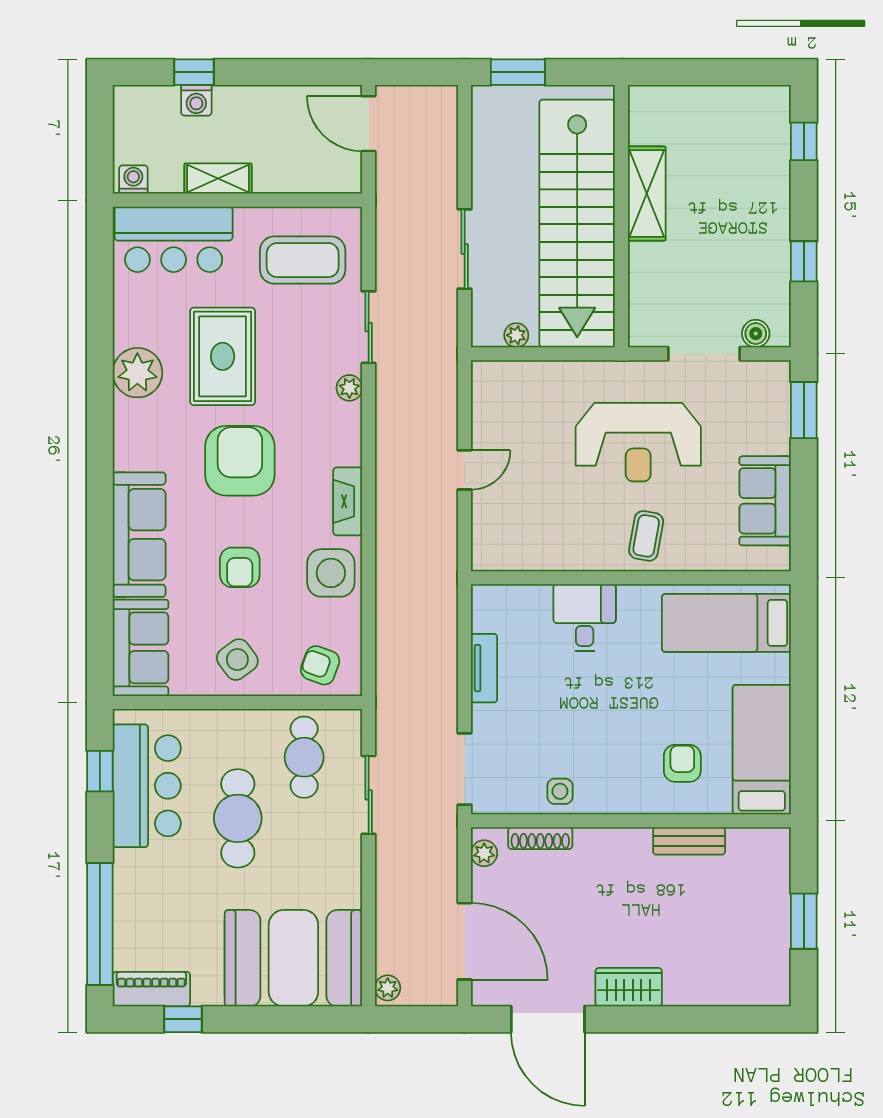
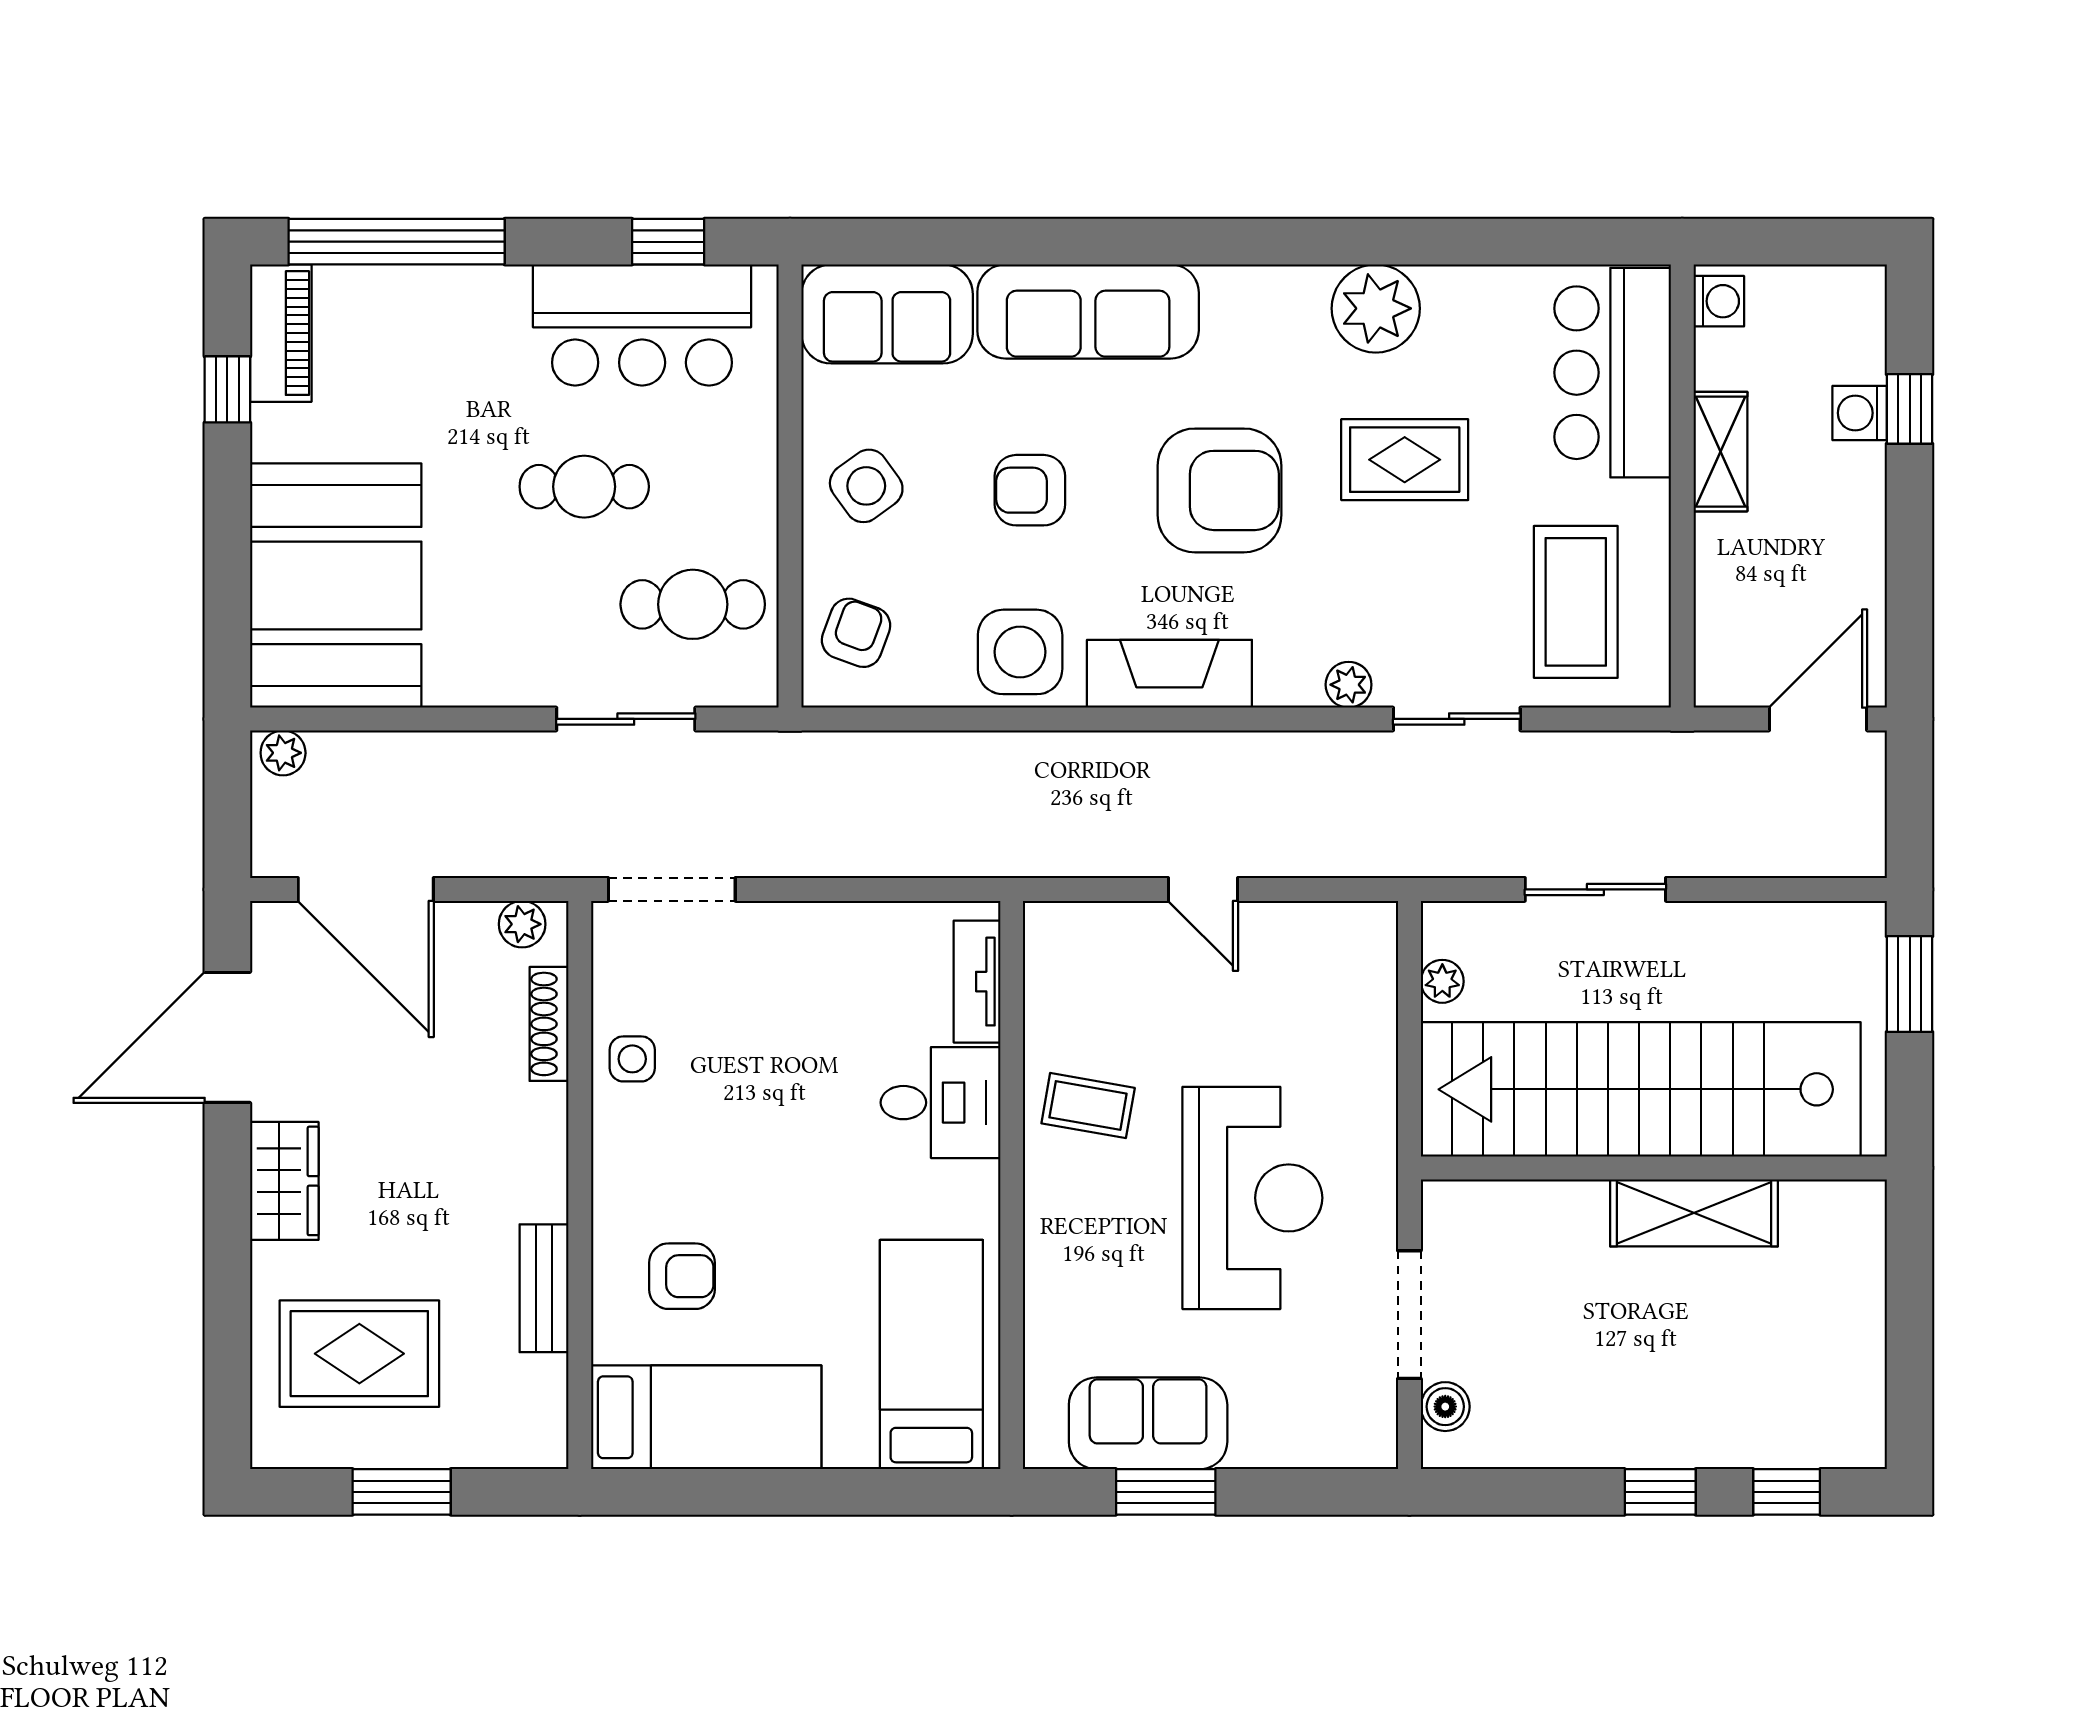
window: (804, 261) -> (1660, 1492), moved
rug: (223, 356) -> (1405, 460), width x0.73, depth x0.70
window: (804, 410) -> (1166, 1492), moved
reception desk: (638, 442) -> (1252, 1198), turned 180
fireplace: (348, 501) -> (1169, 674), width x1.37, depth x1.32
coffee table: (646, 536) -> (1088, 1106), moved
tv unit: (484, 668) -> (977, 982), moved, turned 90
cafe table: (238, 818) -> (584, 487), width x0.73, depth x0.74
door: (465, 941) -> (366, 889), hinge flipped
rug: (726, 945) -> (359, 1354), added

